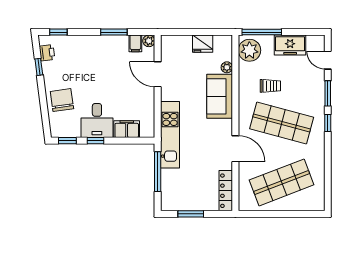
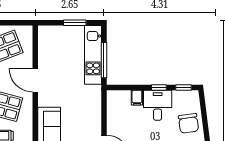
filing cabinet: (127, 129) -> (137, 98), width x0.50
kitchen unit: (170, 135) -> (93, 55), moved
locker: (226, 191) -> (44, 43), removed

